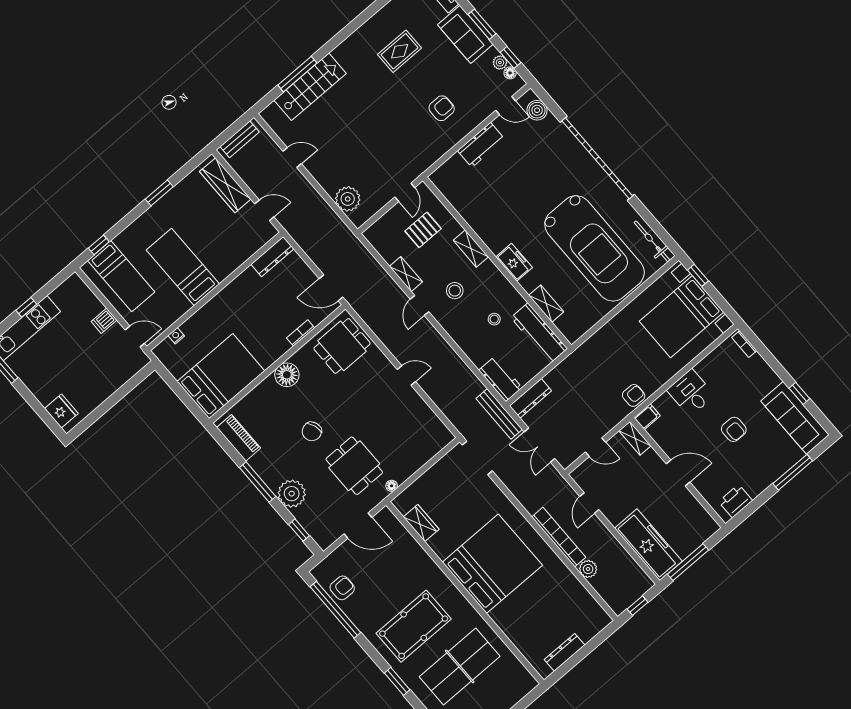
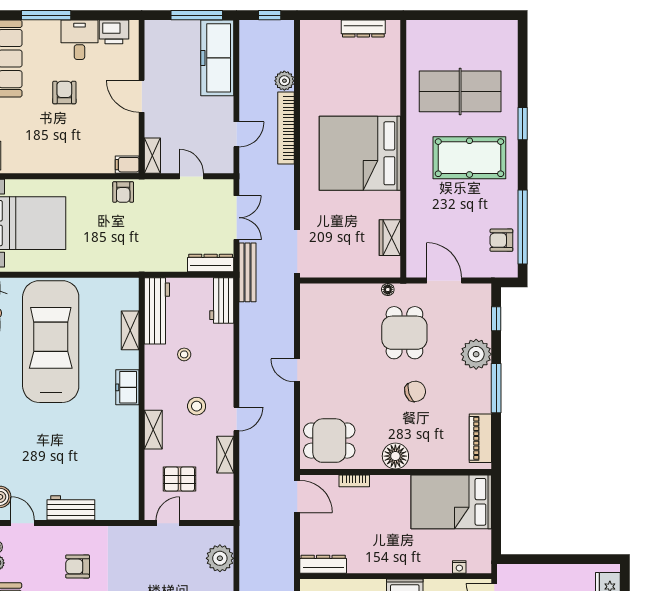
desk: (691, 393) -> (79, 40), moved, turned 180
armchair: (634, 395) -> (123, 192), turned -90

